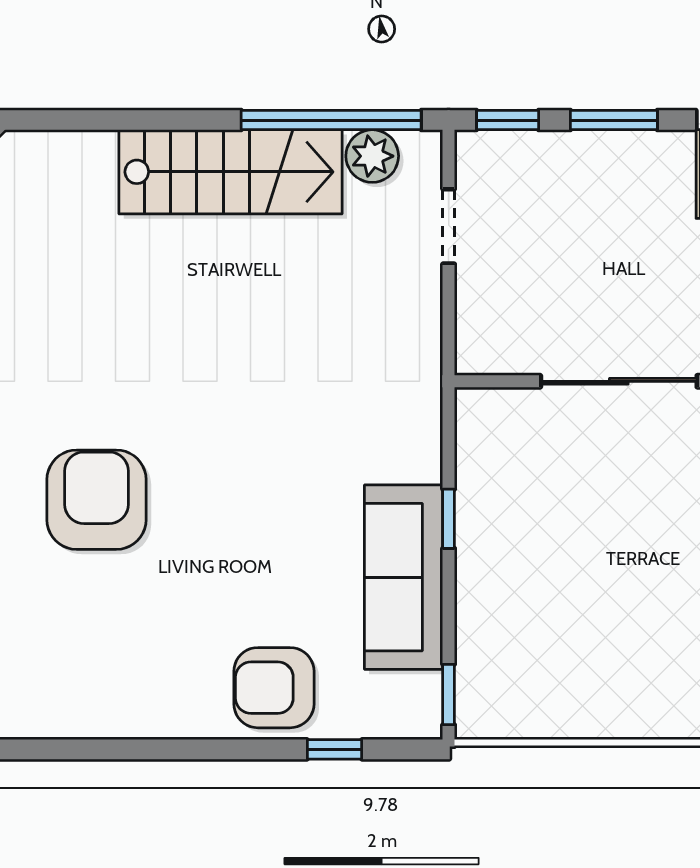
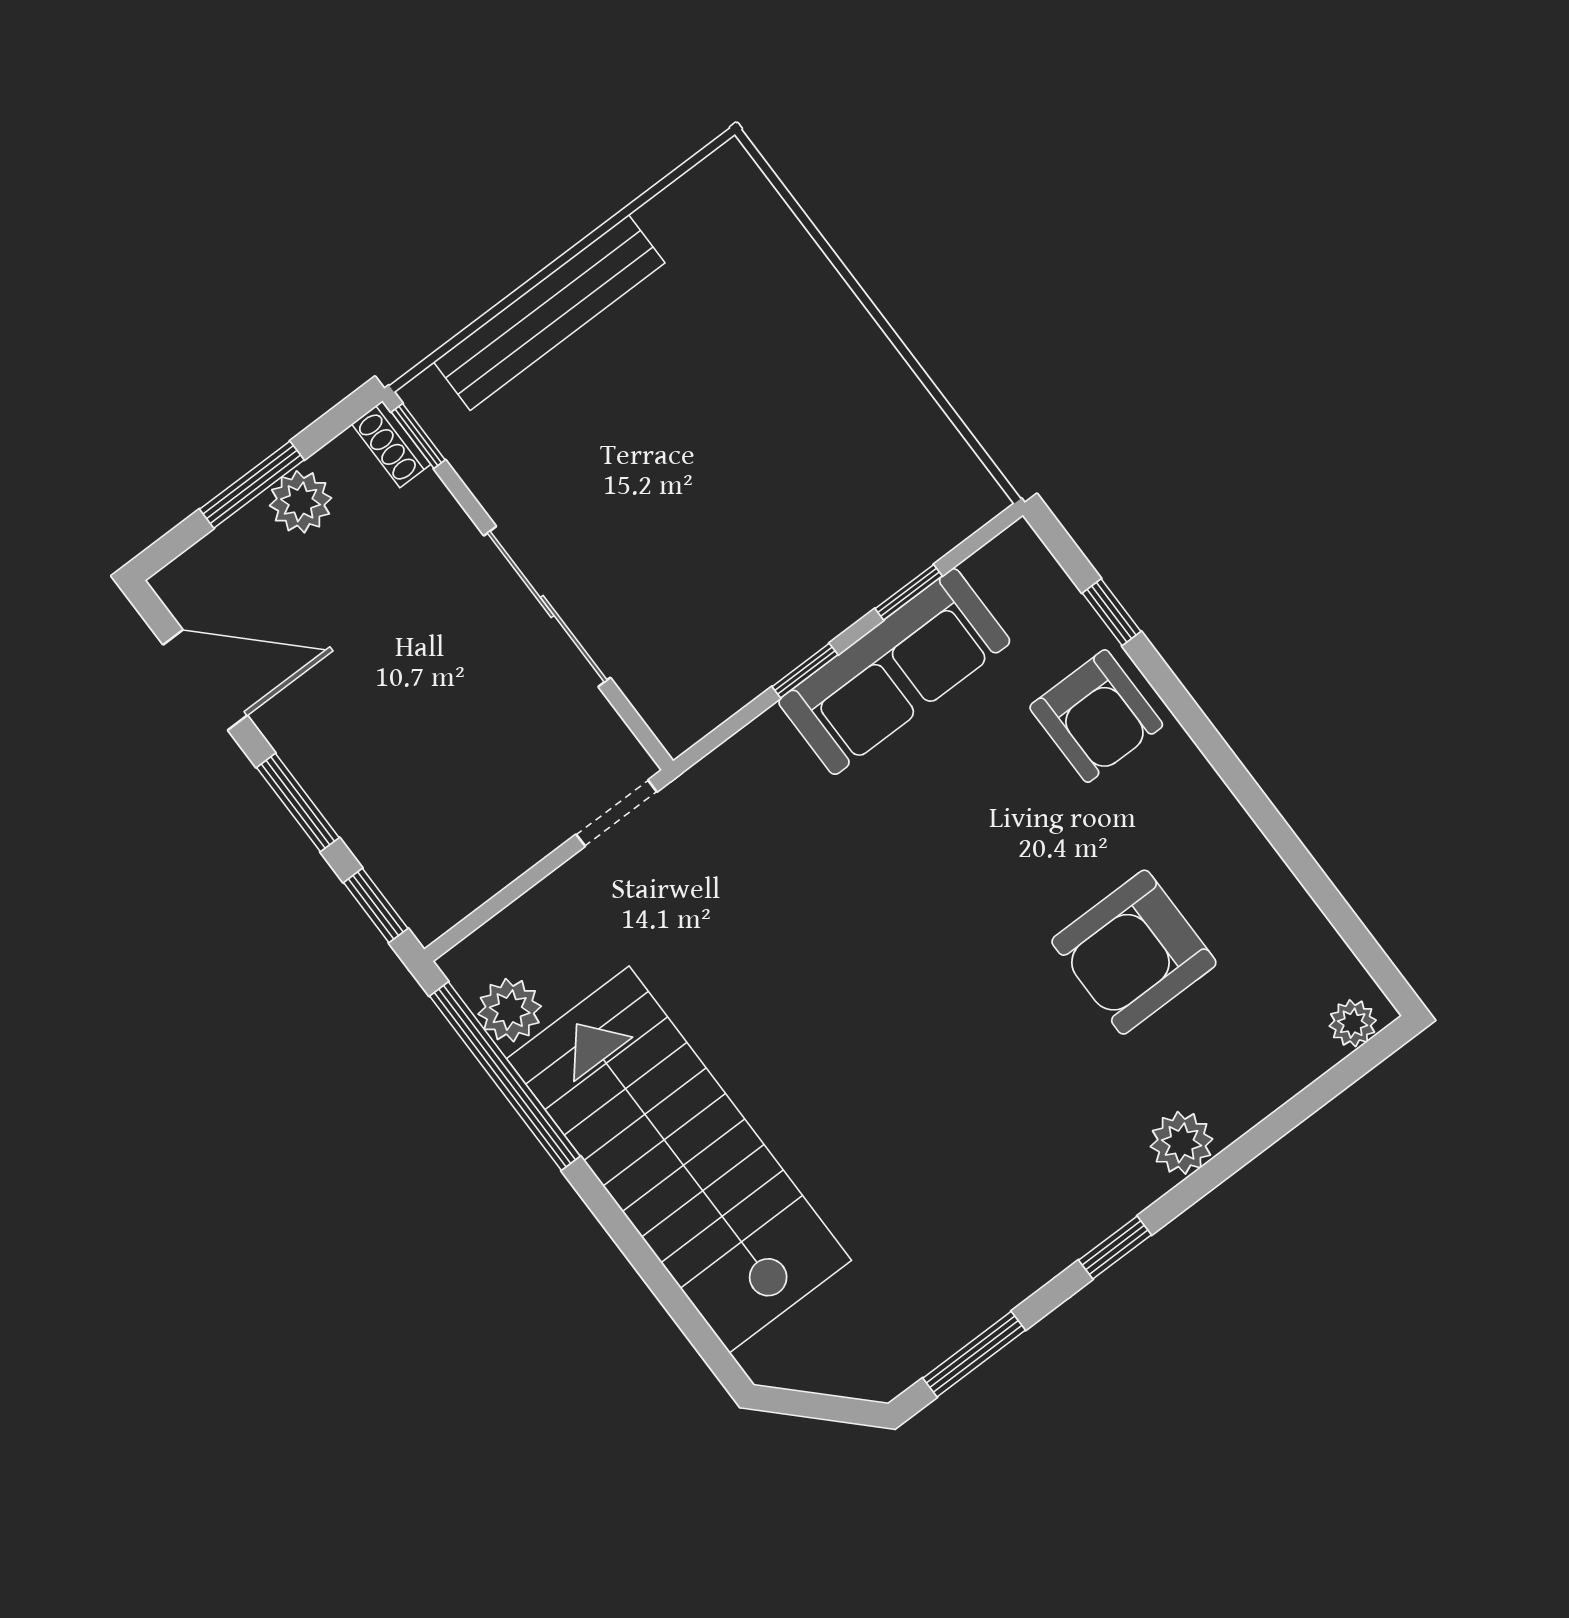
stairs: (230, 172) -> (679, 1159), width x1.36, depth x1.51
doorway: (449, 226) -> (617, 813), moved
armchair: (96, 500) -> (1134, 952), moved
window: (449, 694) -> (909, 592), moved

